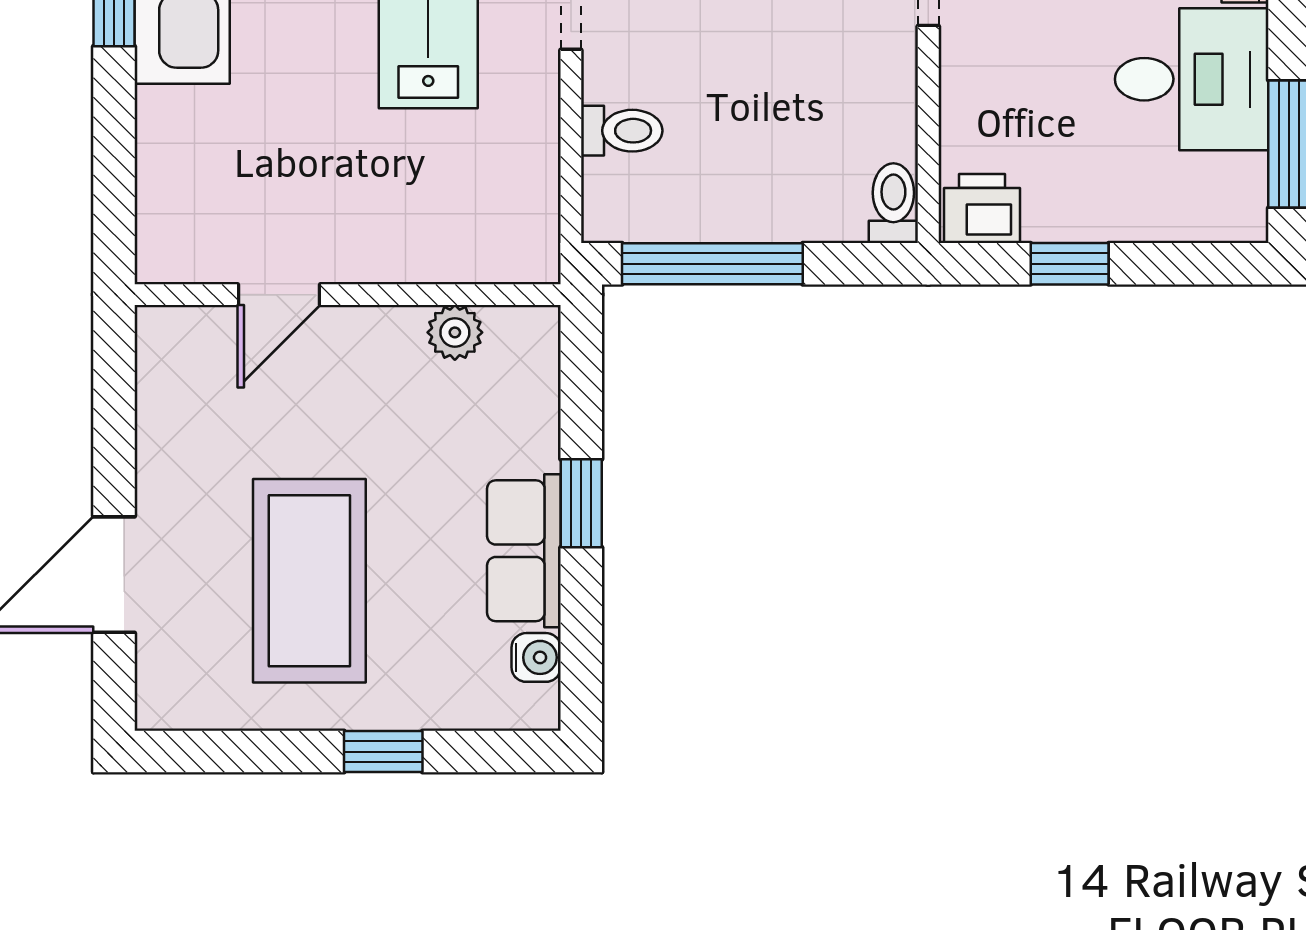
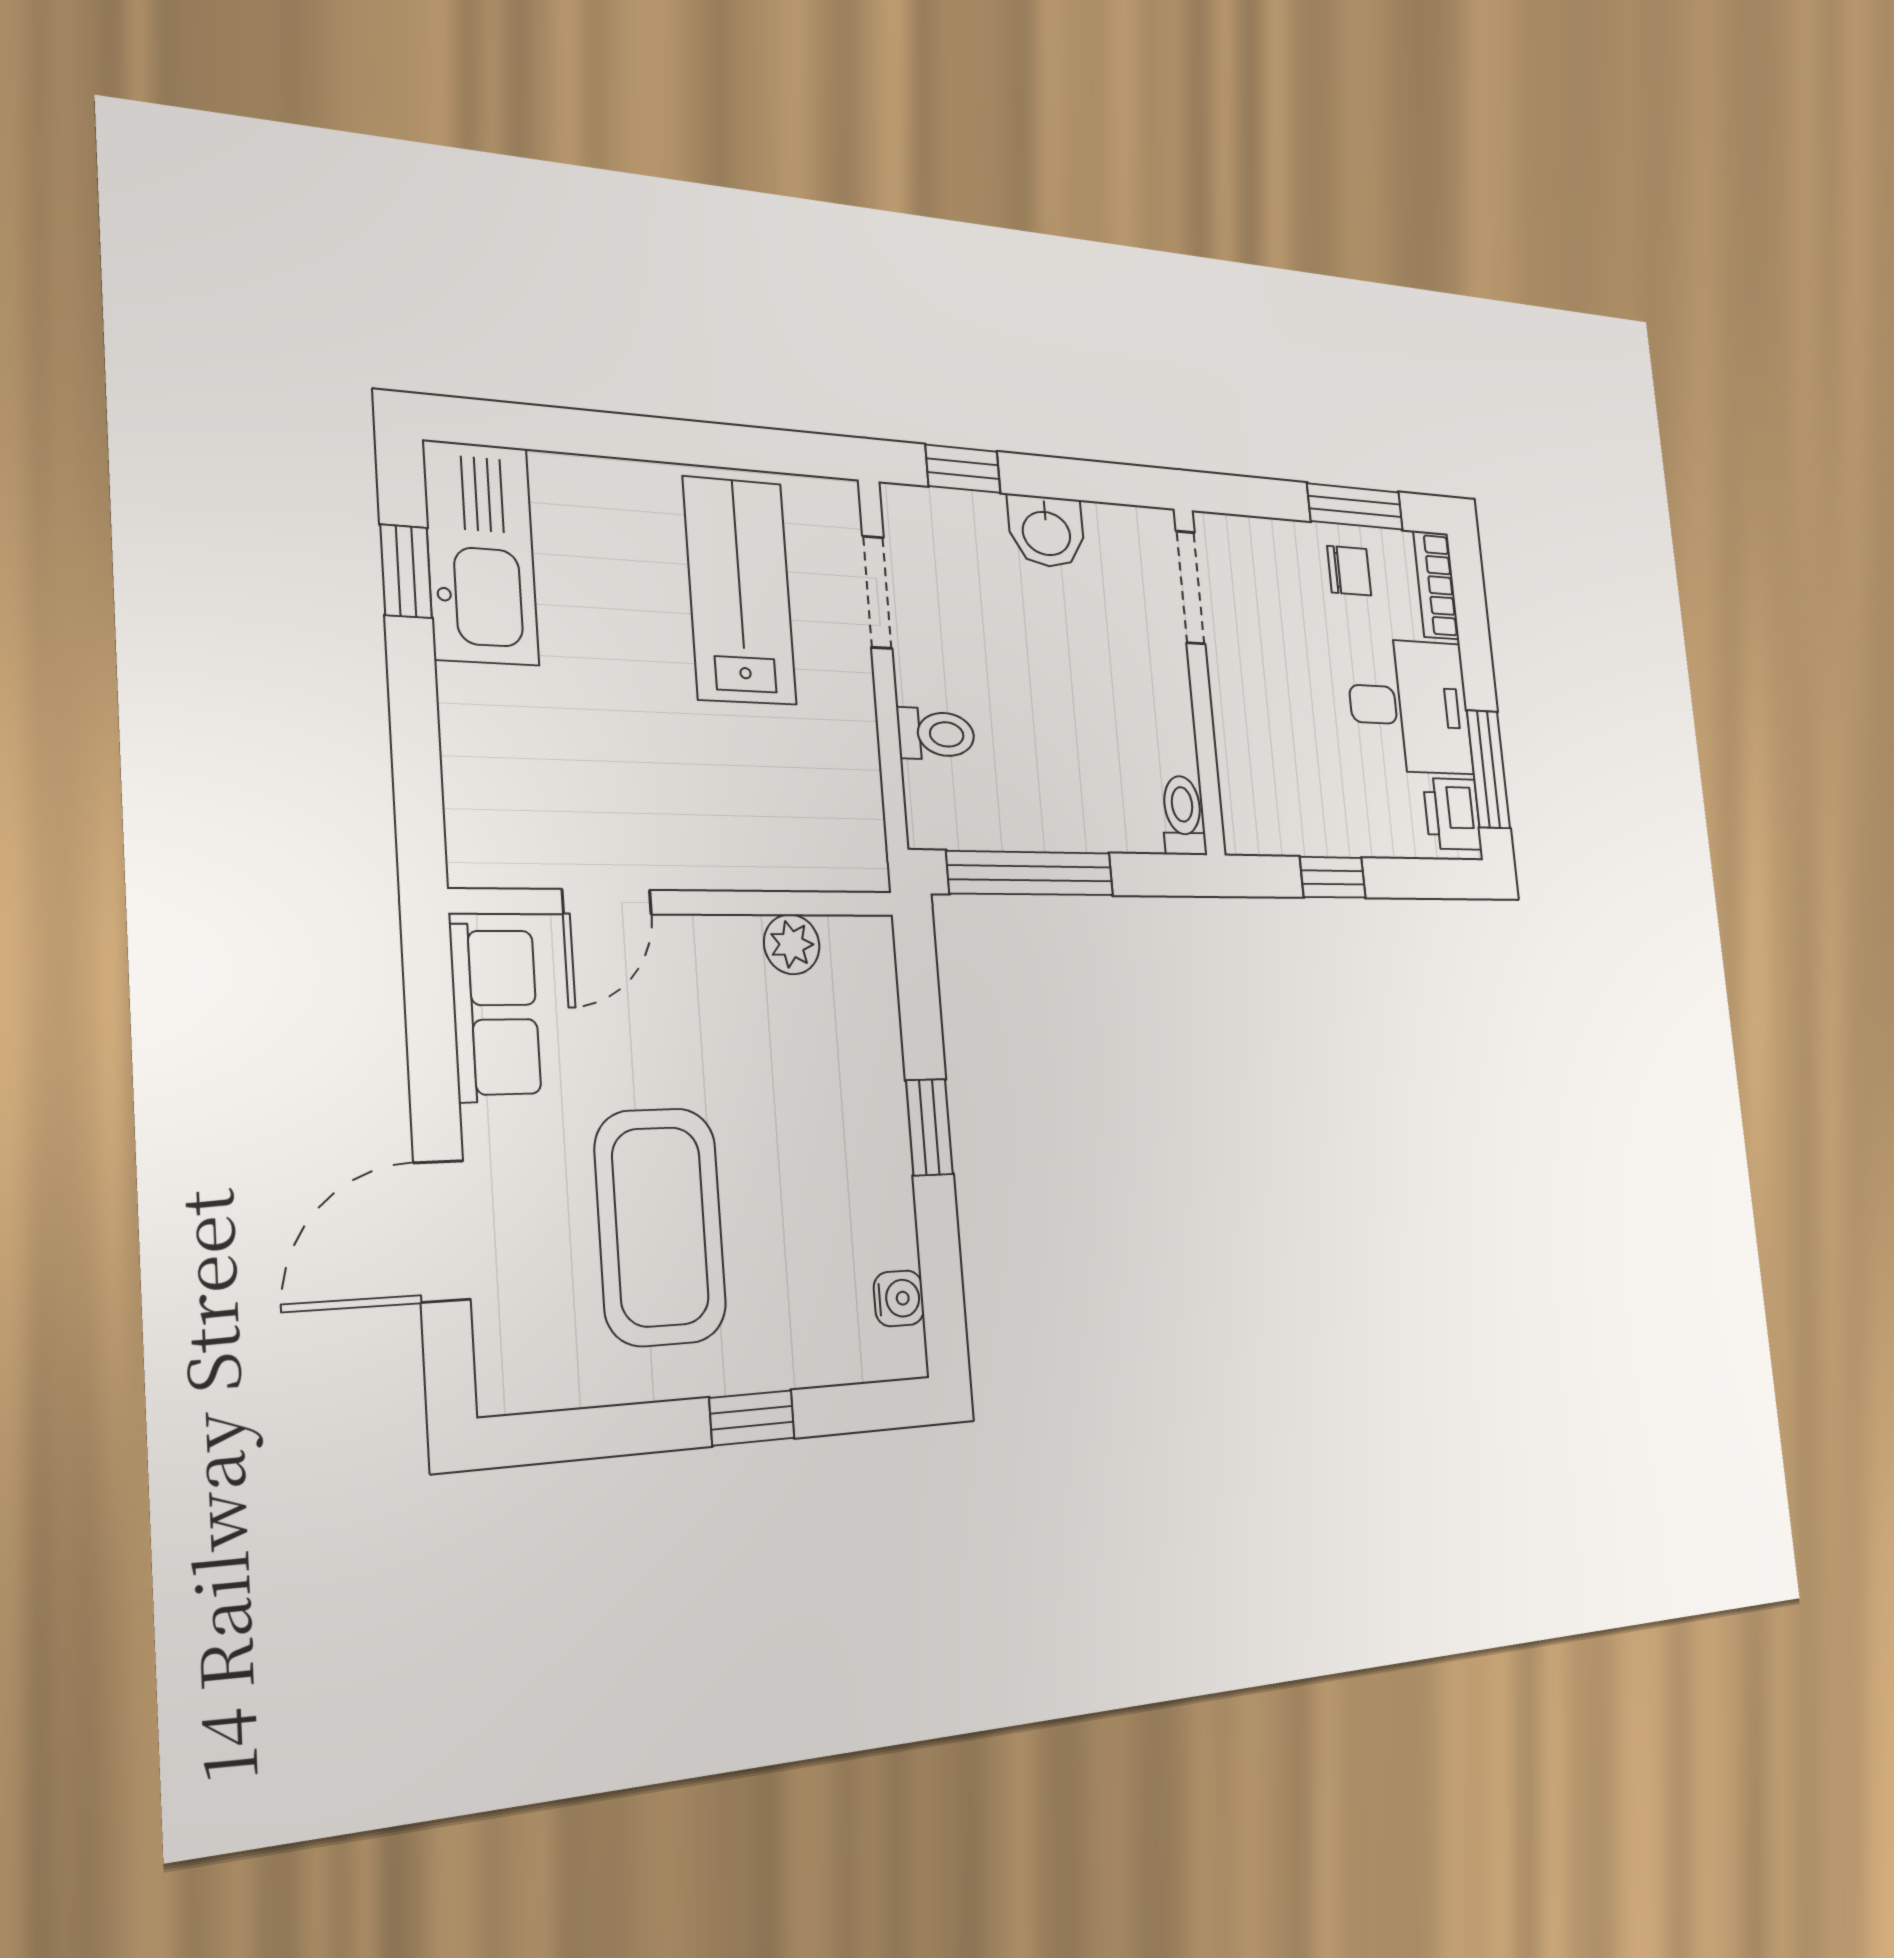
printer: (982, 209) -> (1452, 814), moved, turned -90
row of seats: (524, 551) -> (495, 1012), moved, turned 180

